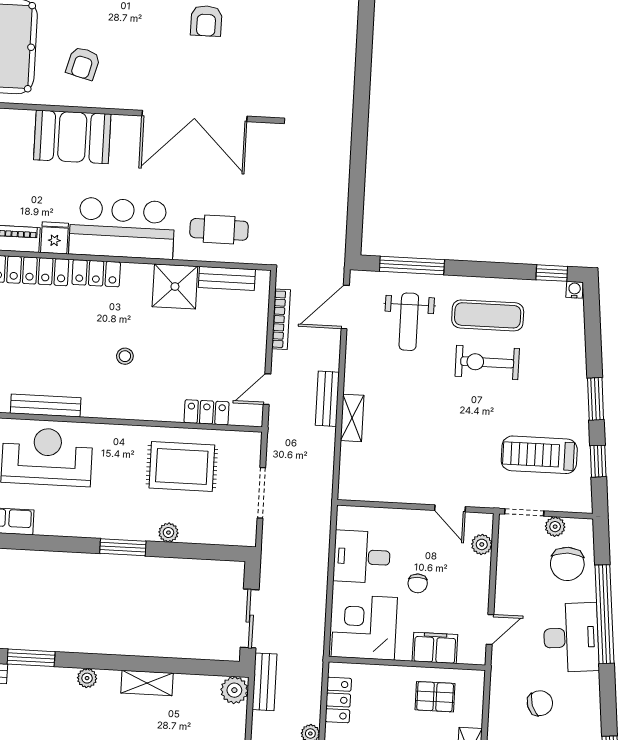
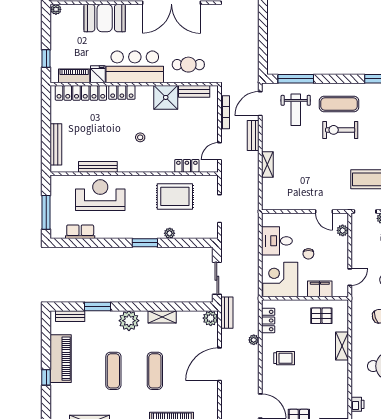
bench: (327, 399) -> (253, 135), moved
plant: (87, 678) -> (129, 321), width x1.88, depth x1.88

